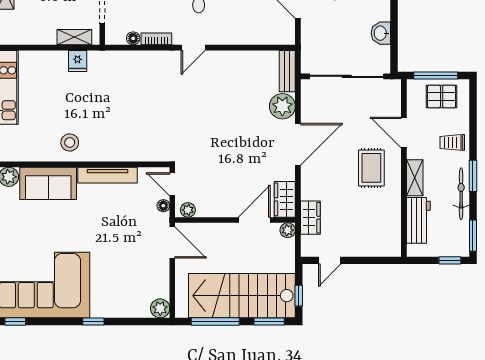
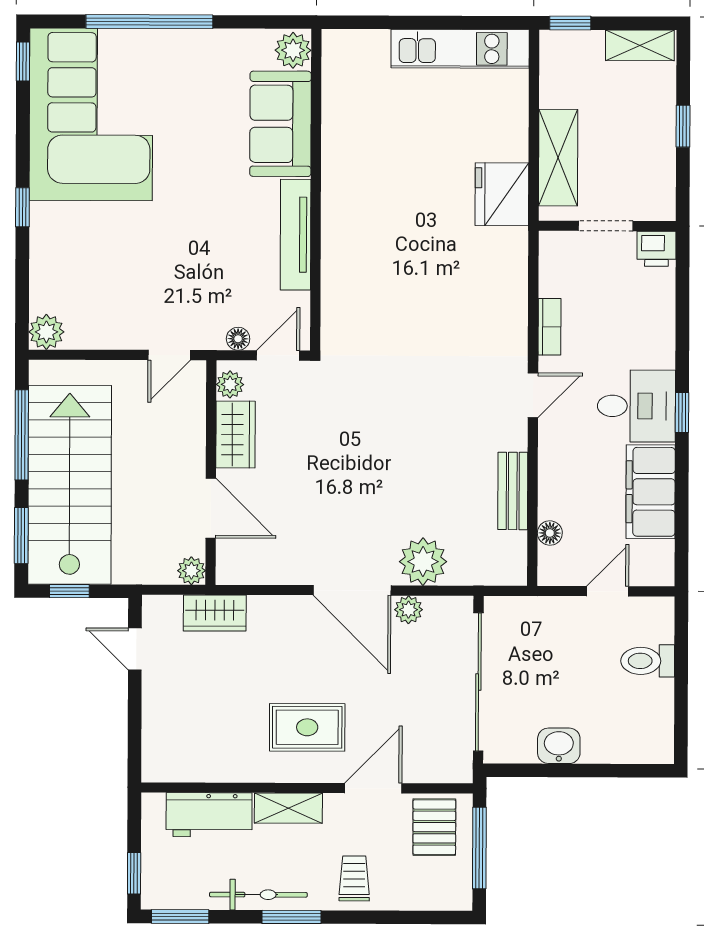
shelving: (74, 37) -> (558, 158), width x1.50, depth x1.33
floor lamp: (133, 38) -> (550, 533), moved
door: (193, 48) -> (533, 395), swing flipped
fridge: (78, 61) -> (502, 194), width x1.88, depth x1.34
bench: (287, 71) -> (513, 491), moved, turned 90
pallet: (442, 97) -> (434, 827), moved
plant: (308, 114) -> (409, 610), added
stool: (70, 142) -> (357, 164), removed
wardrobe: (285, 199) -> (236, 434), moved, turned 90
door: (172, 243) -> (169, 355), width x0.73

